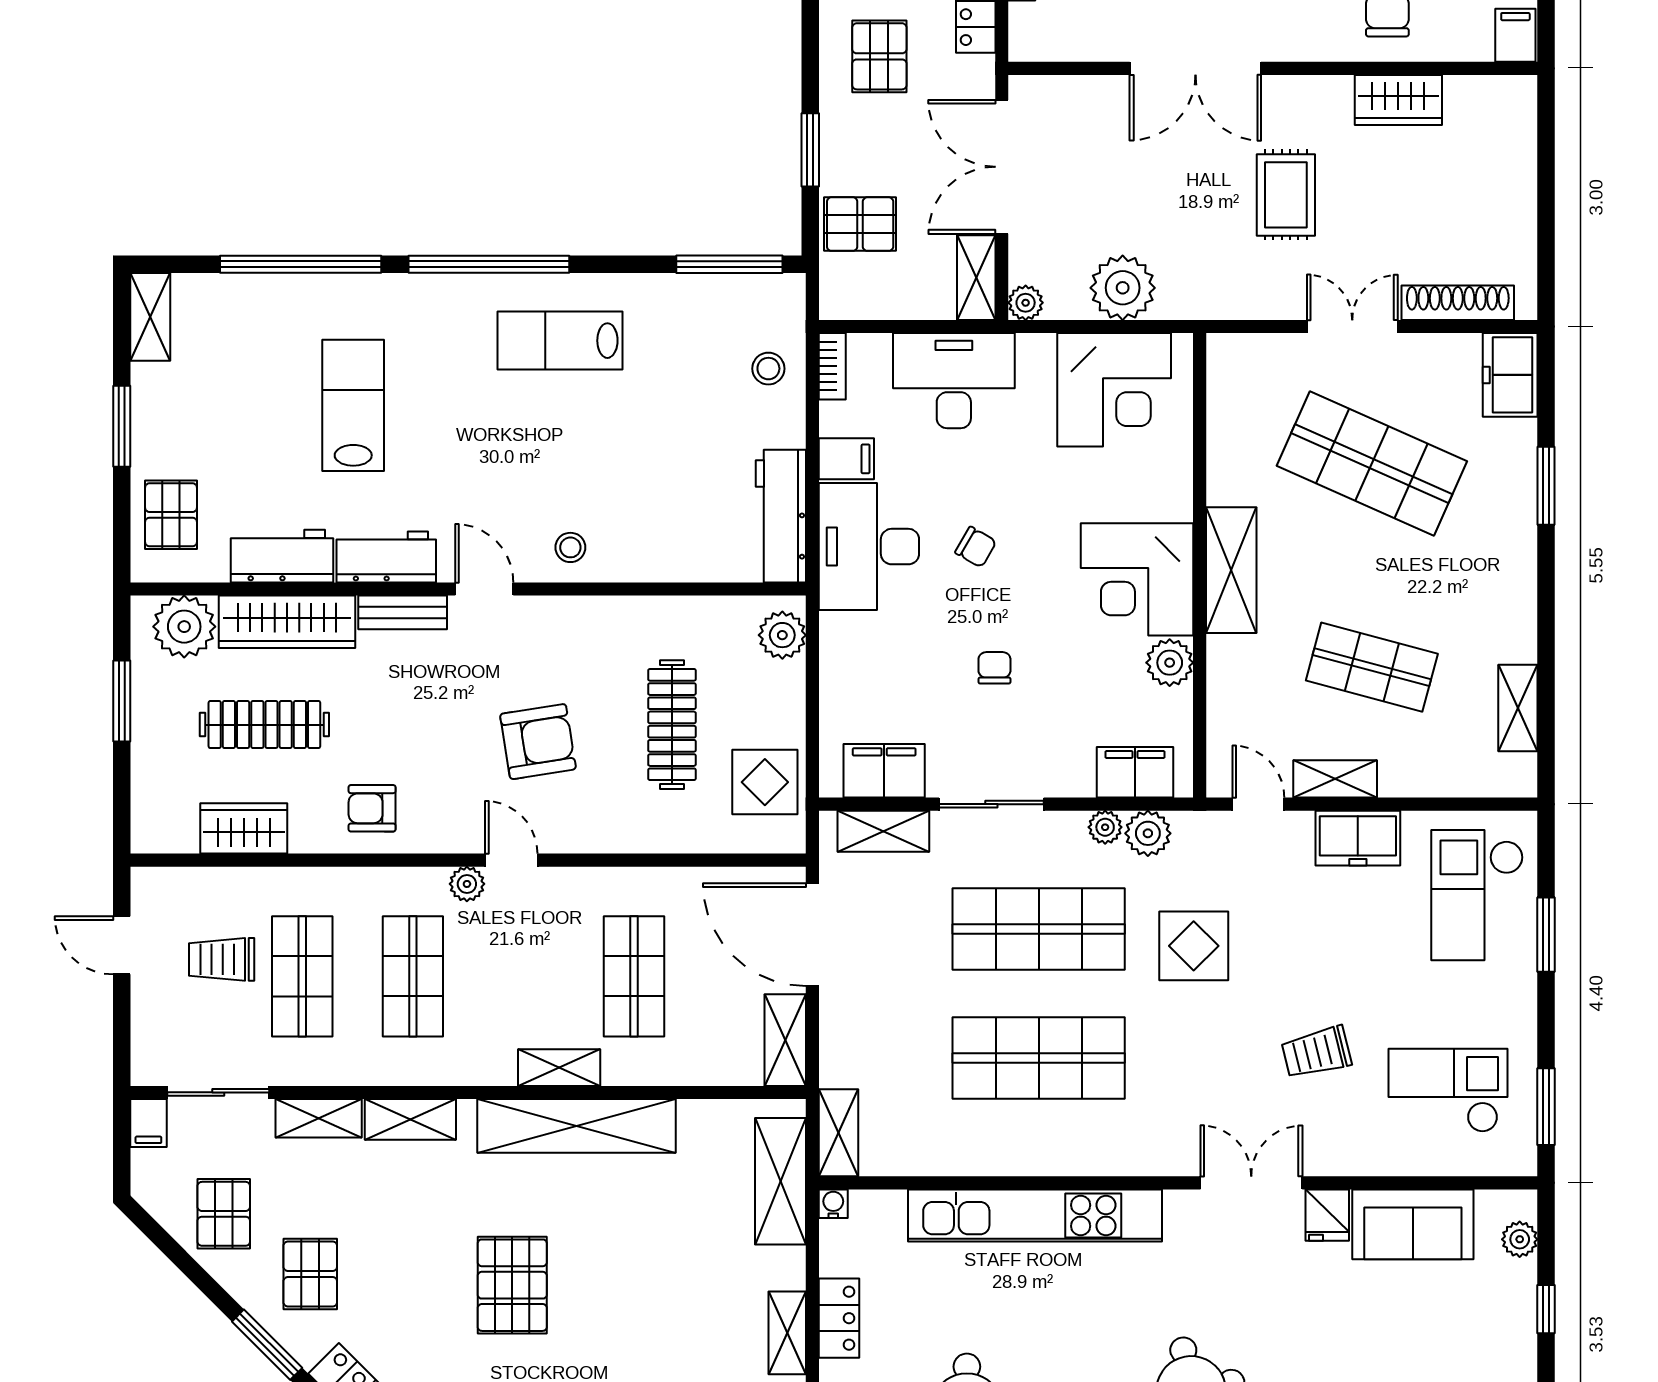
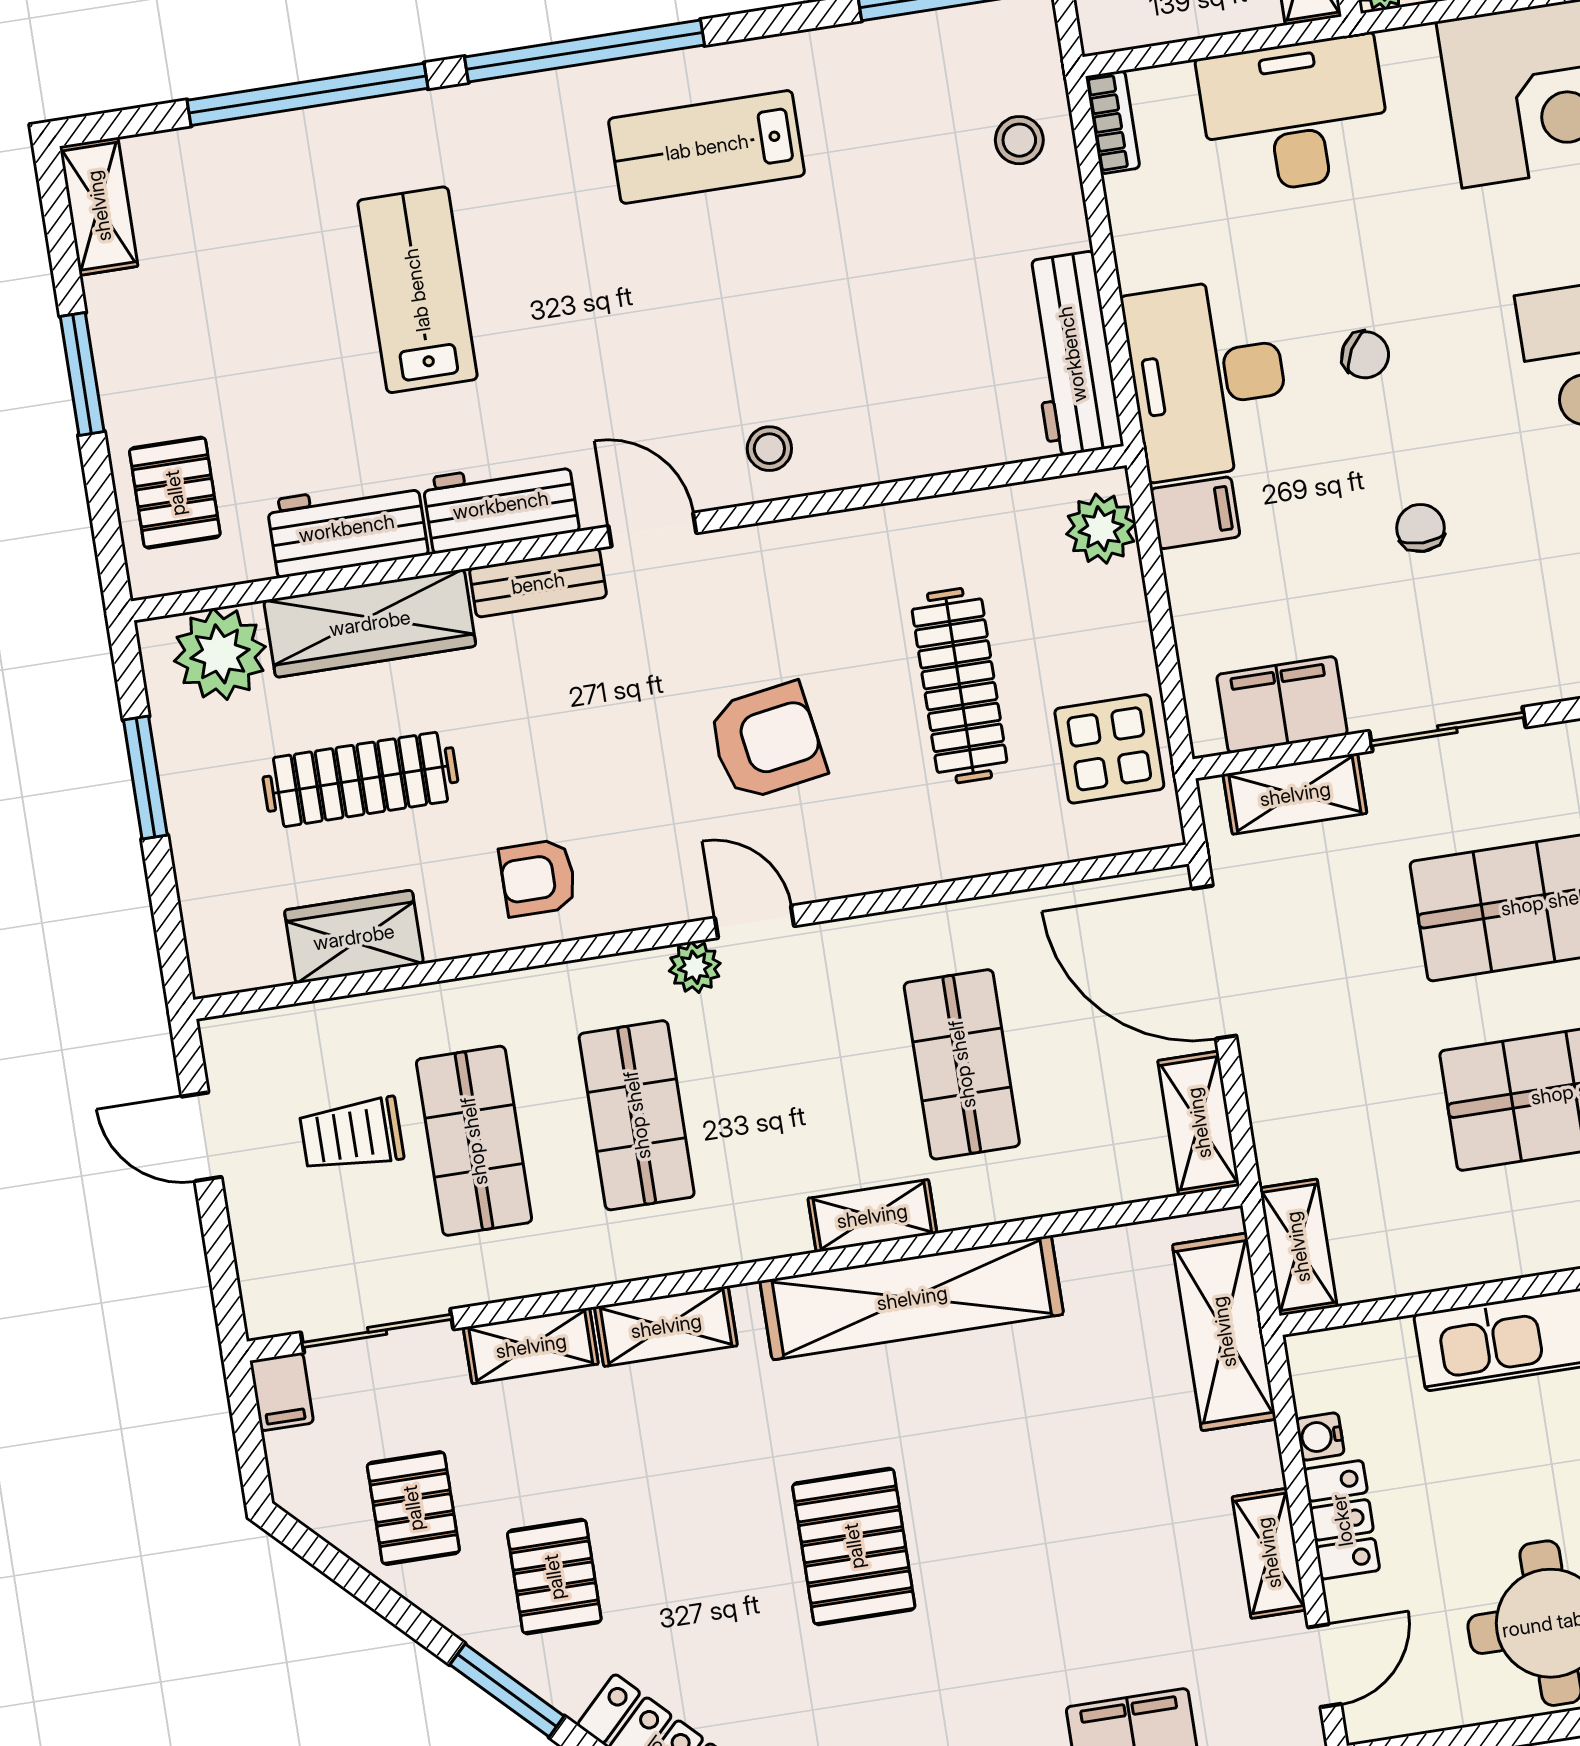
filing cabinet: (846, 459) -> (1195, 513), moved
water cooler: (833, 1204) -> (1320, 1436), moved, turned -90

